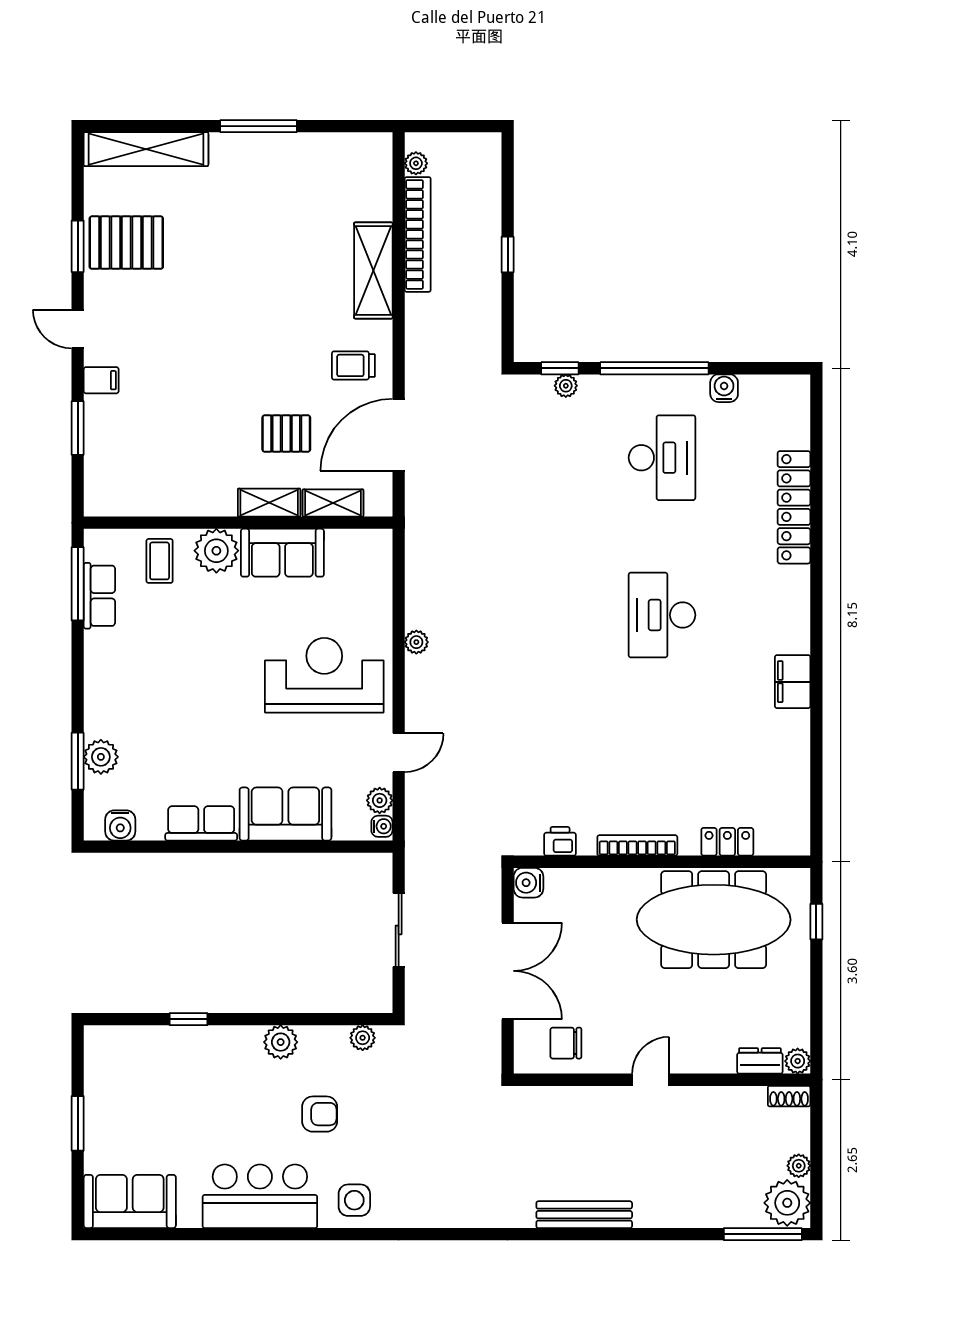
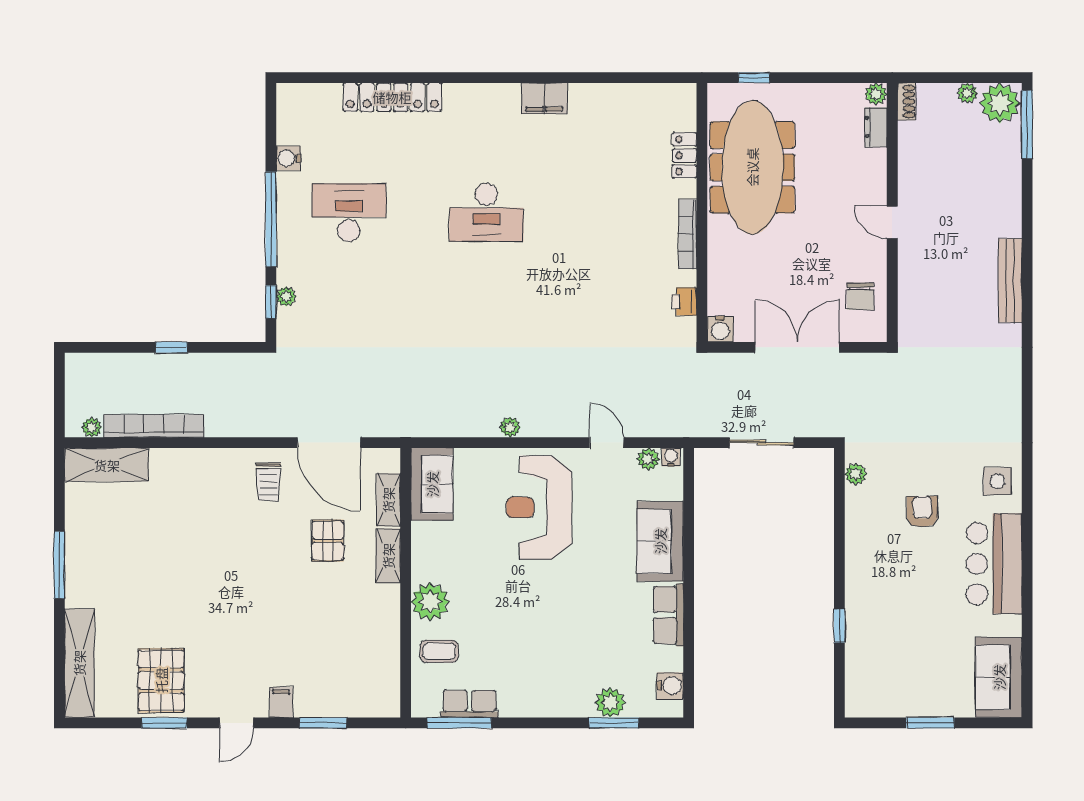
shelving: (373, 270) -> (107, 465), moved
sofa: (282, 553) -> (432, 484), moved
plant: (281, 1042) -> (859, 546), removed

